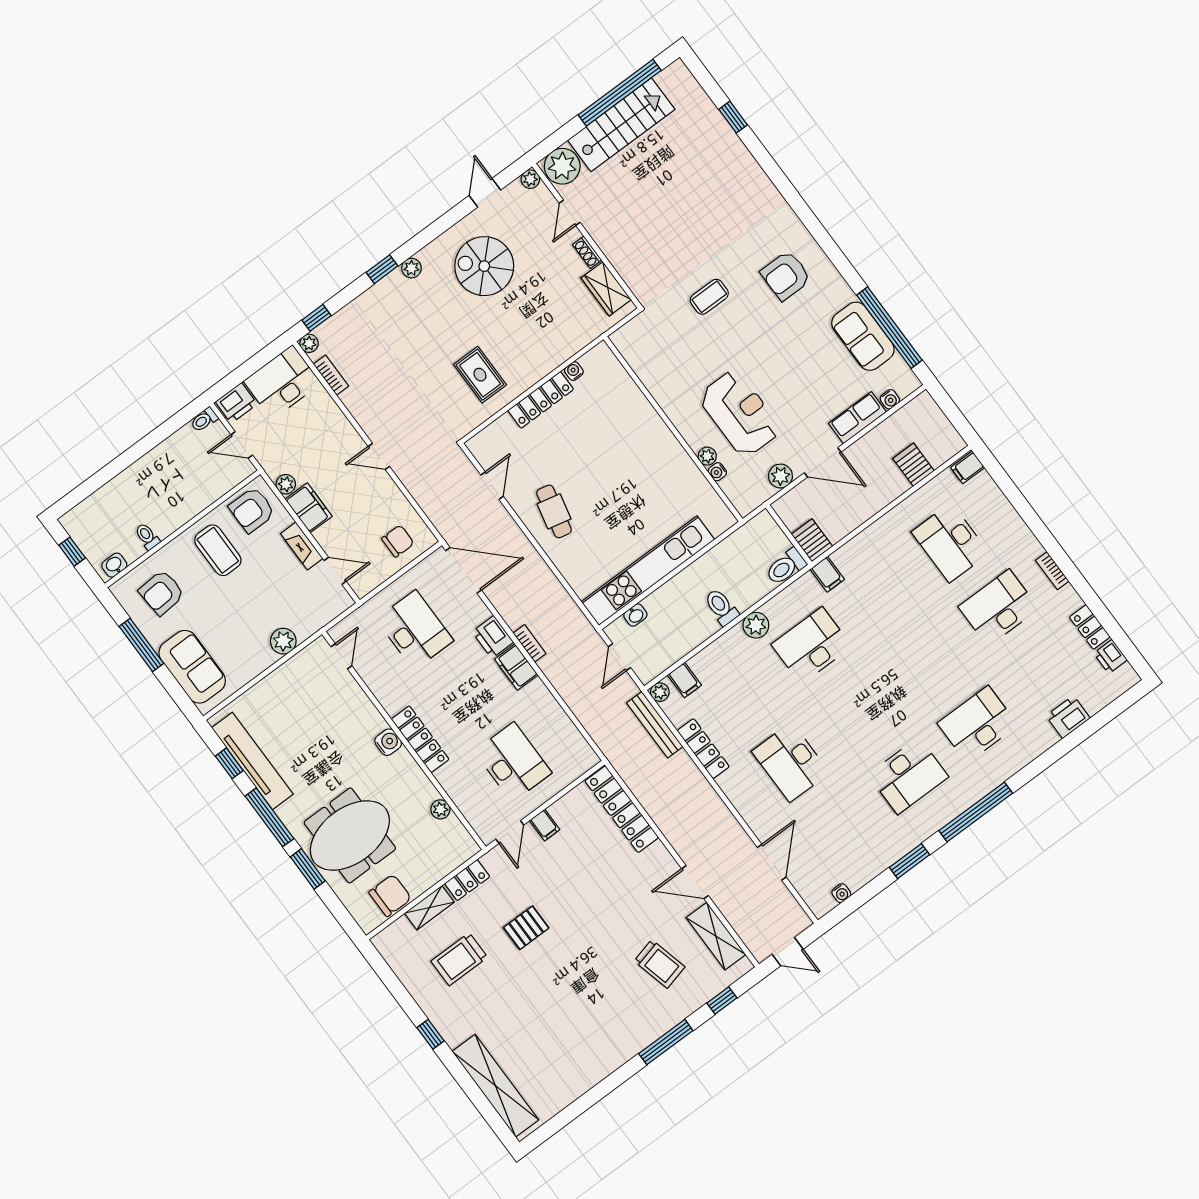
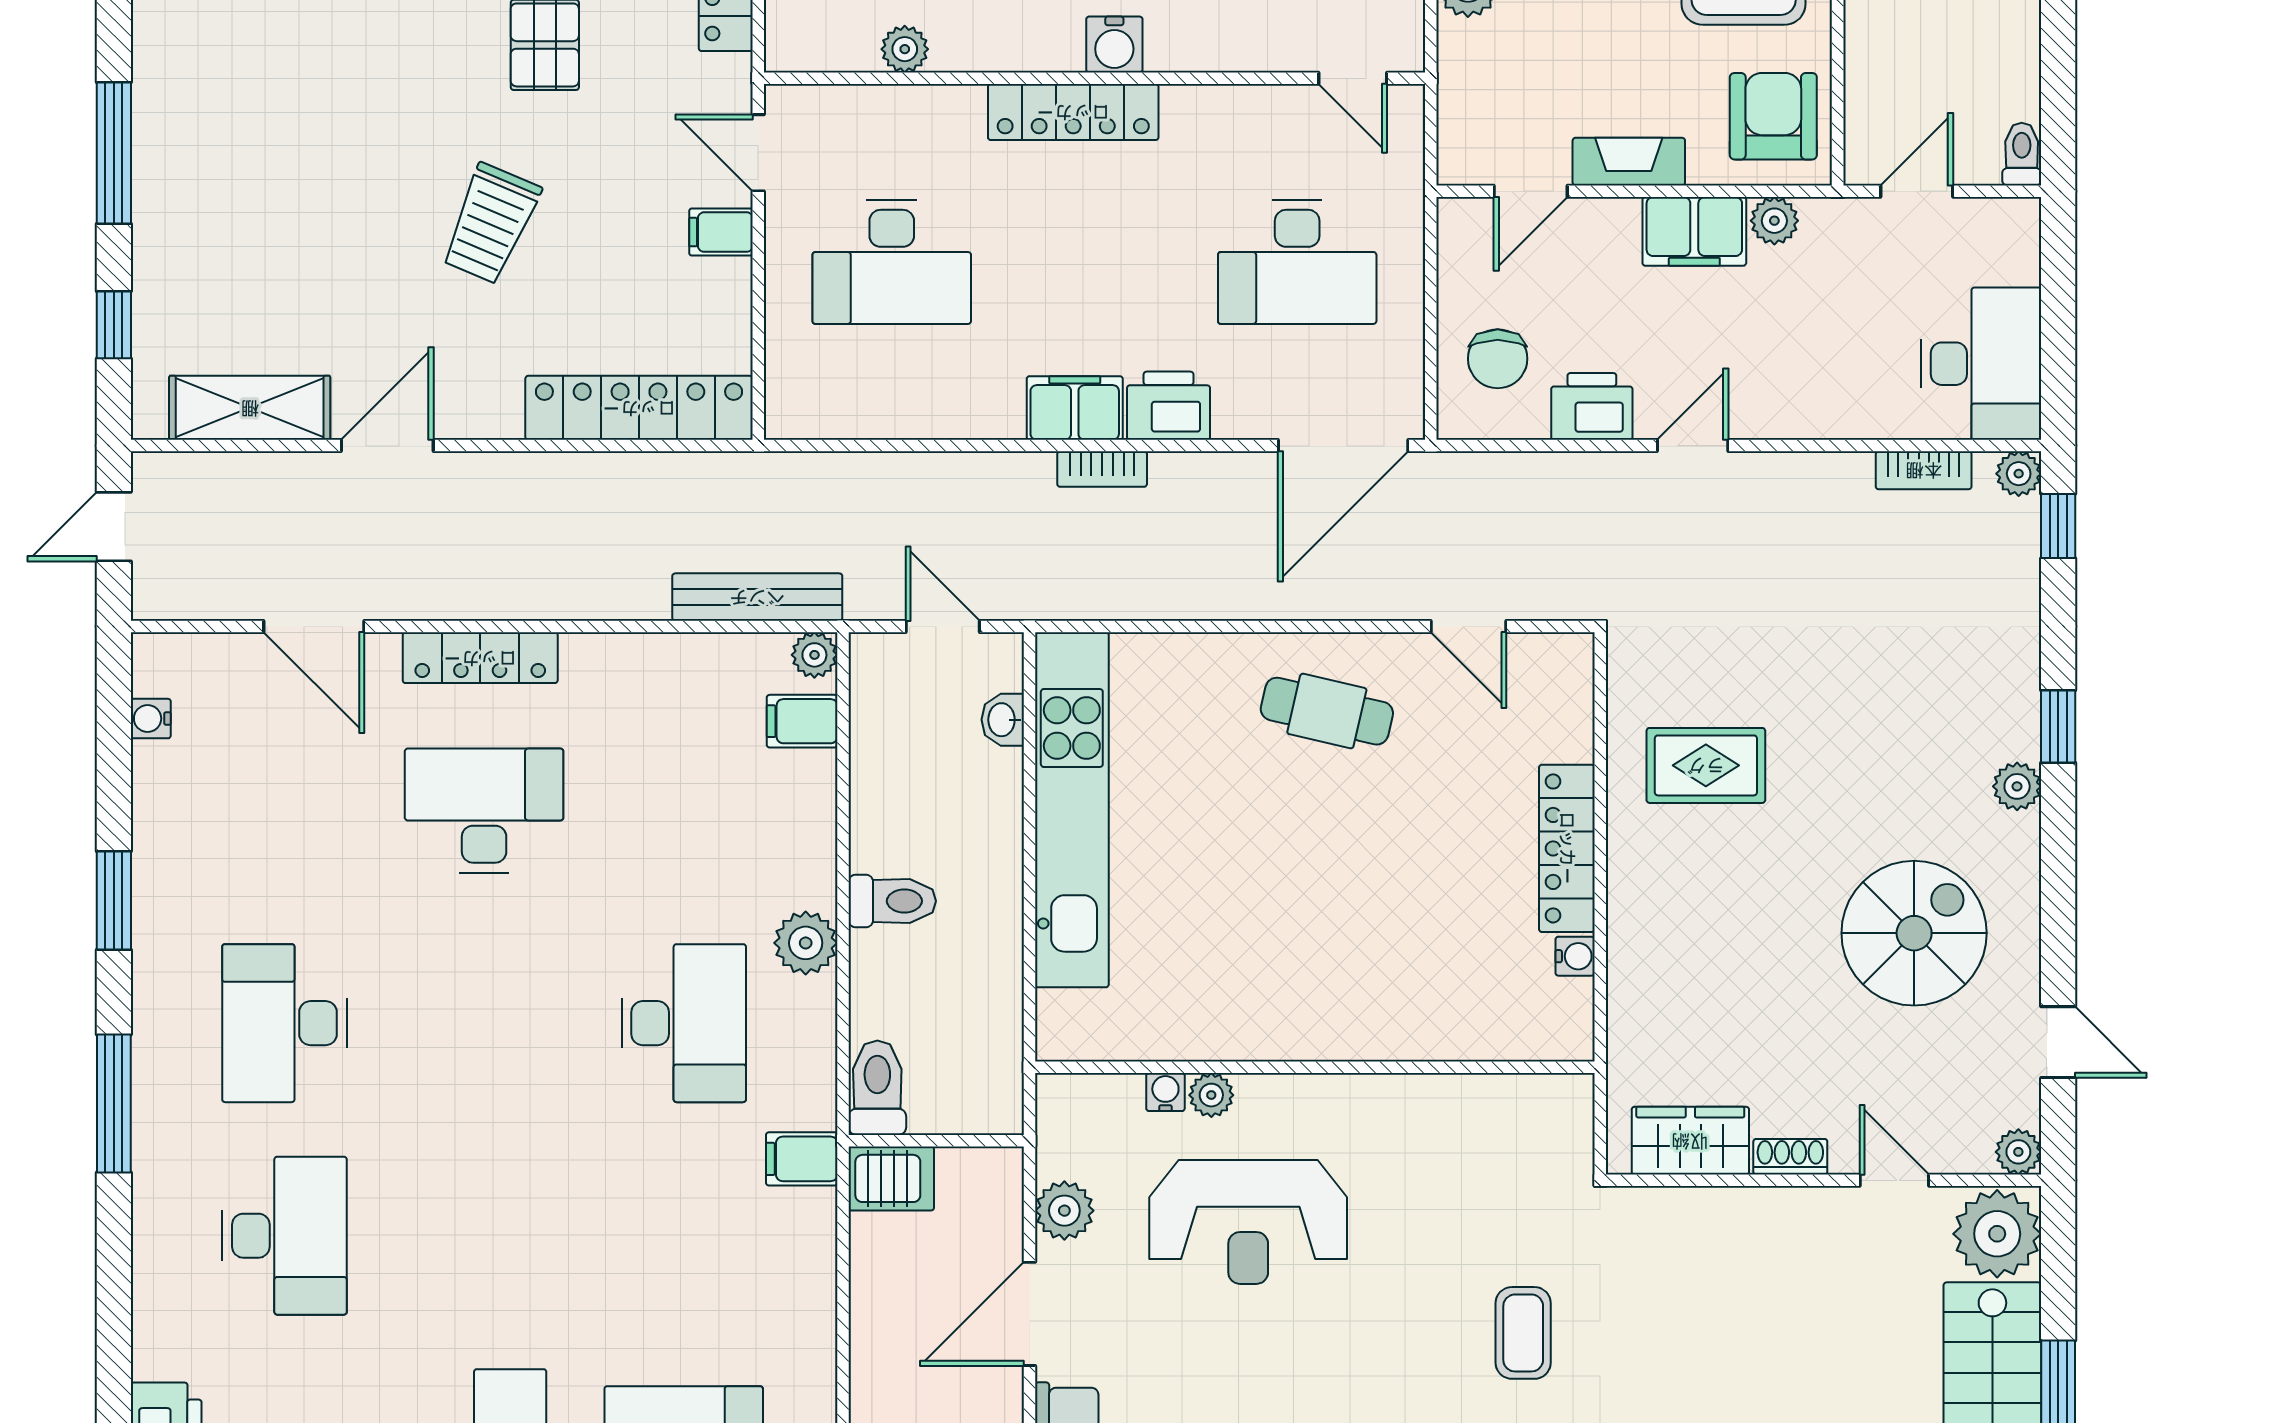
printer: (236, 403) -> (1592, 406), moved, turned 90
locker: (703, 749) -> (480, 658), moved
window: (976, 812) -> (114, 1104), width x0.68
trolley: (659, 964) -> (491, 224), moved, turned -53

